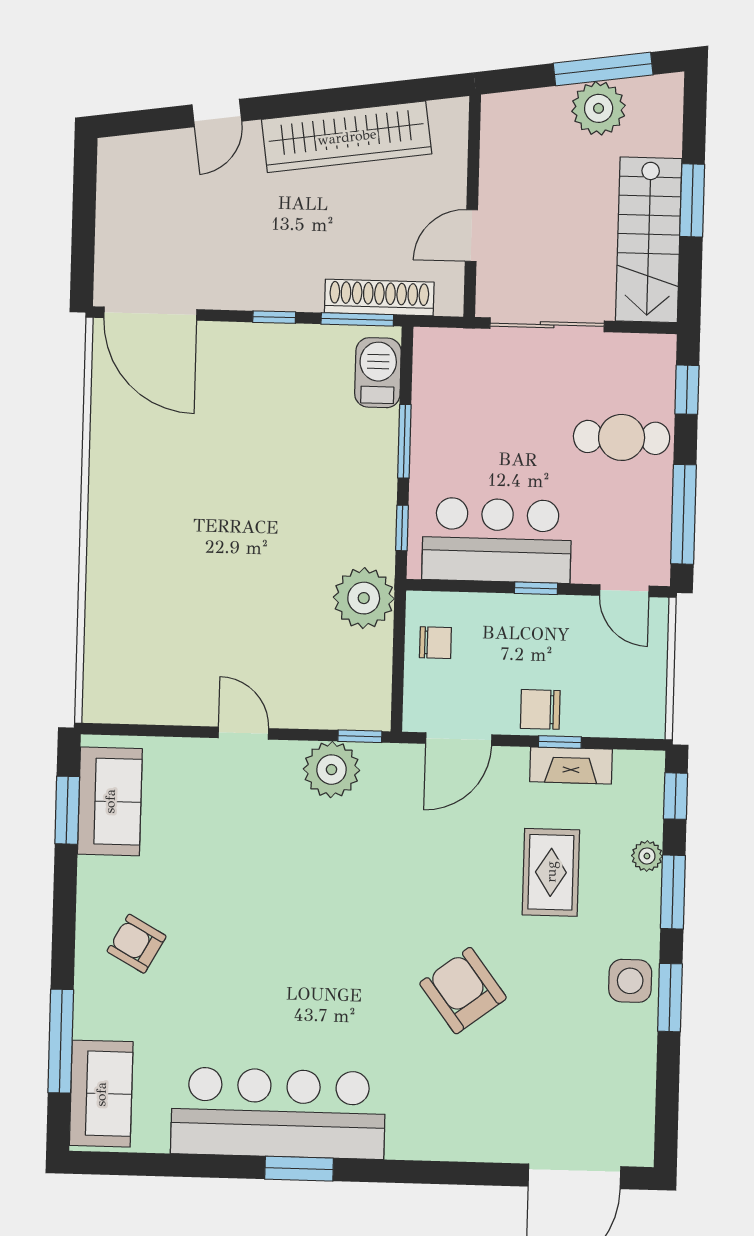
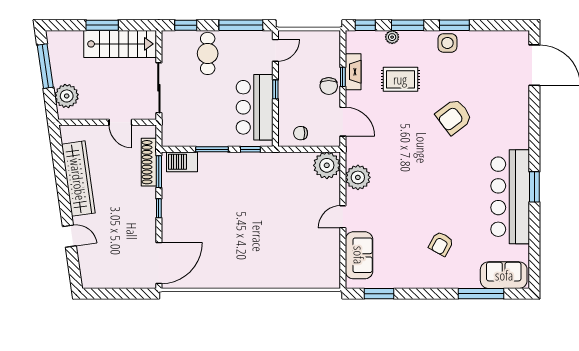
plant: (599, 108) -> (67, 96), moved
plant: (364, 598) -> (327, 165), moved
chair: (435, 643) -> (301, 133), turned -90
window: (360, 736) -> (343, 165), removed
sofa: (110, 801) -> (359, 255), moved, turned 90
armchair: (137, 944) -> (441, 244), moved

